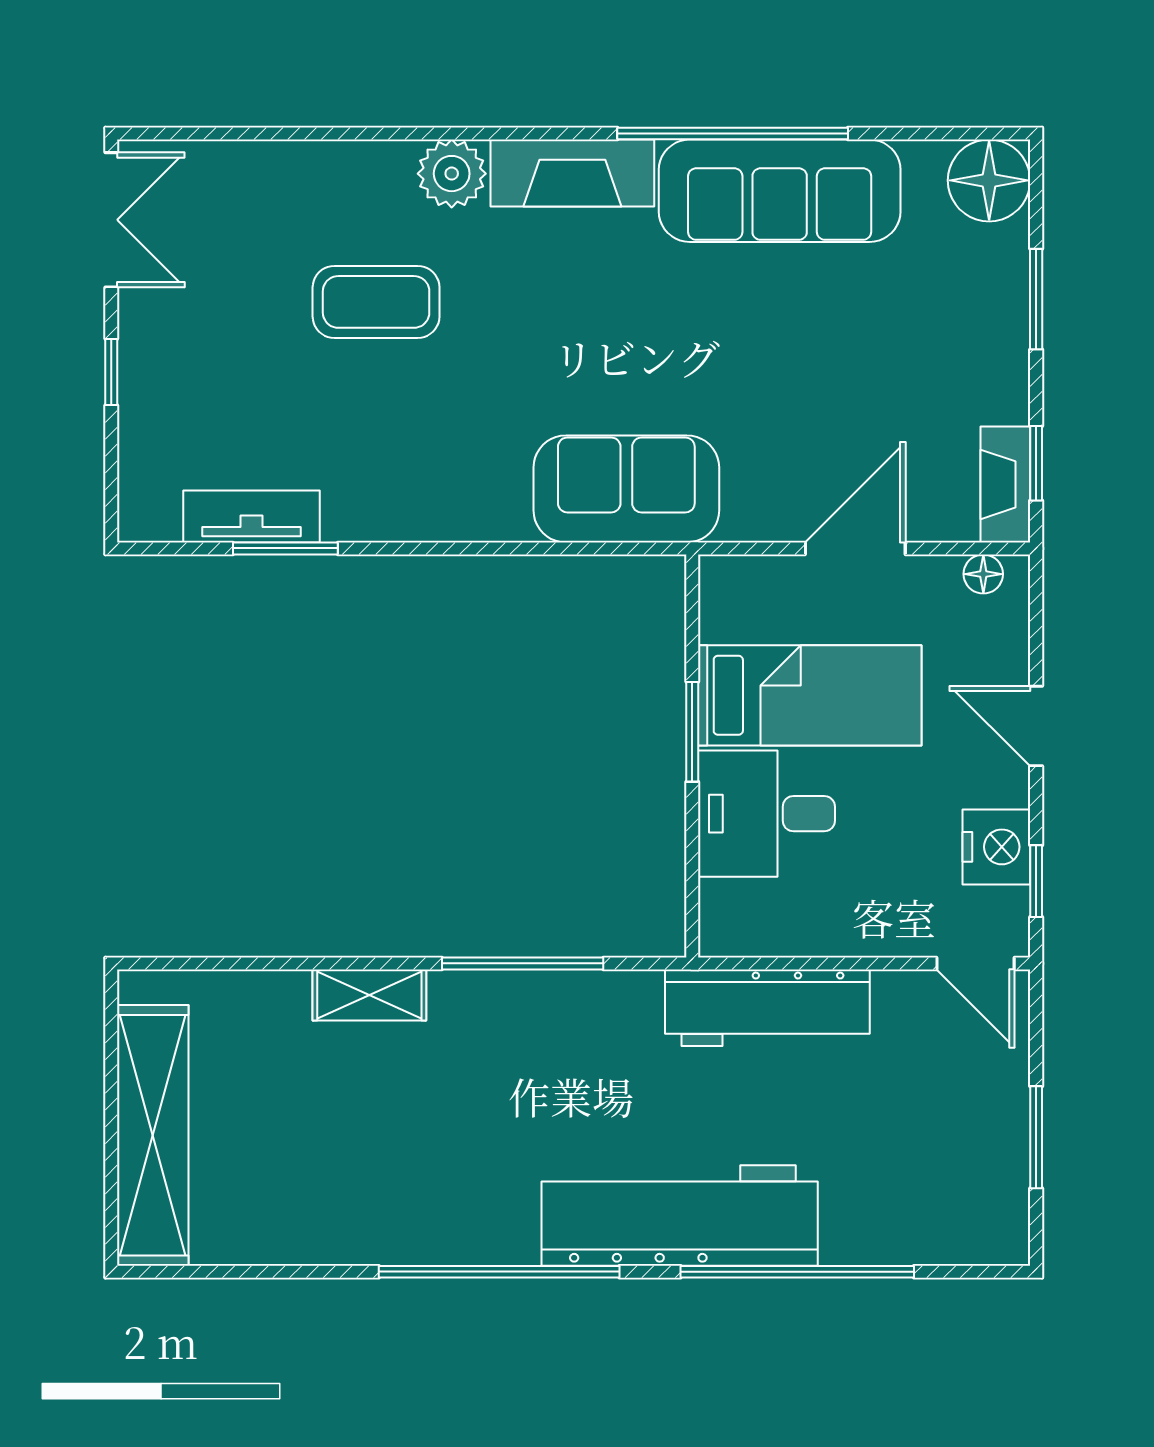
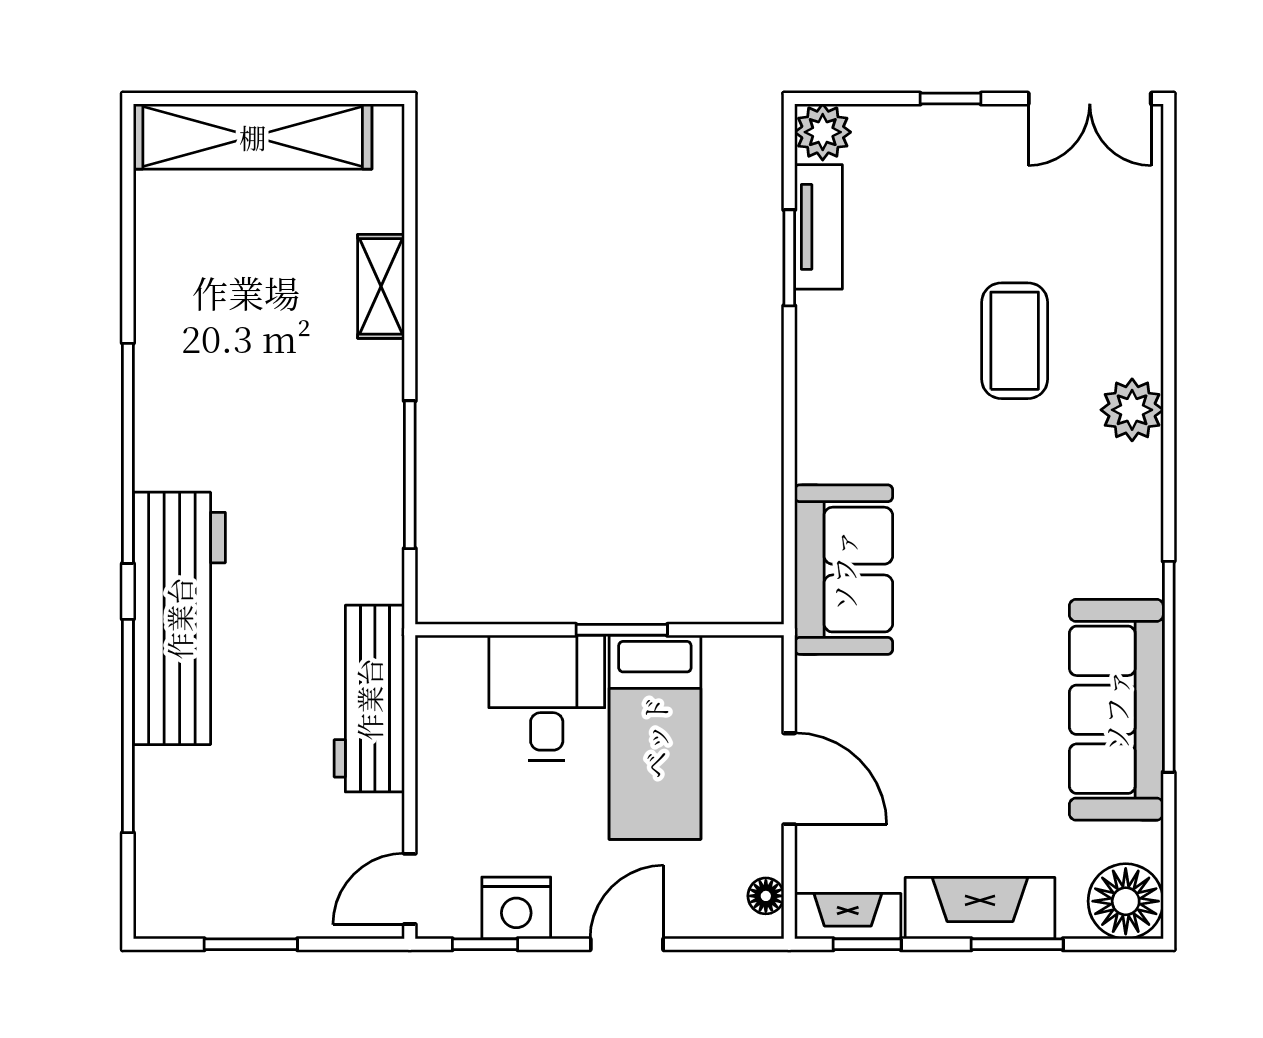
fireplace: (572, 173) -> (980, 908), moved, turned 90
plant: (148, 512) -> (823, 132), added
shelving: (369, 995) -> (381, 286), moved

